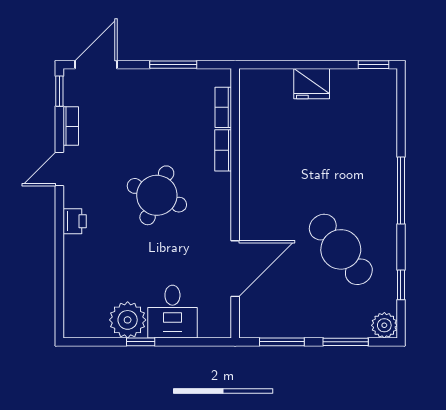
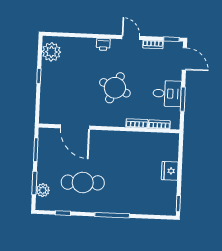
cafe table: (341, 249) -> (83, 182), turned 38
desk: (172, 312) -> (167, 93), moved, turned 180
plant: (128, 320) -> (51, 52), moved
plant: (384, 325) -> (43, 190), moved

